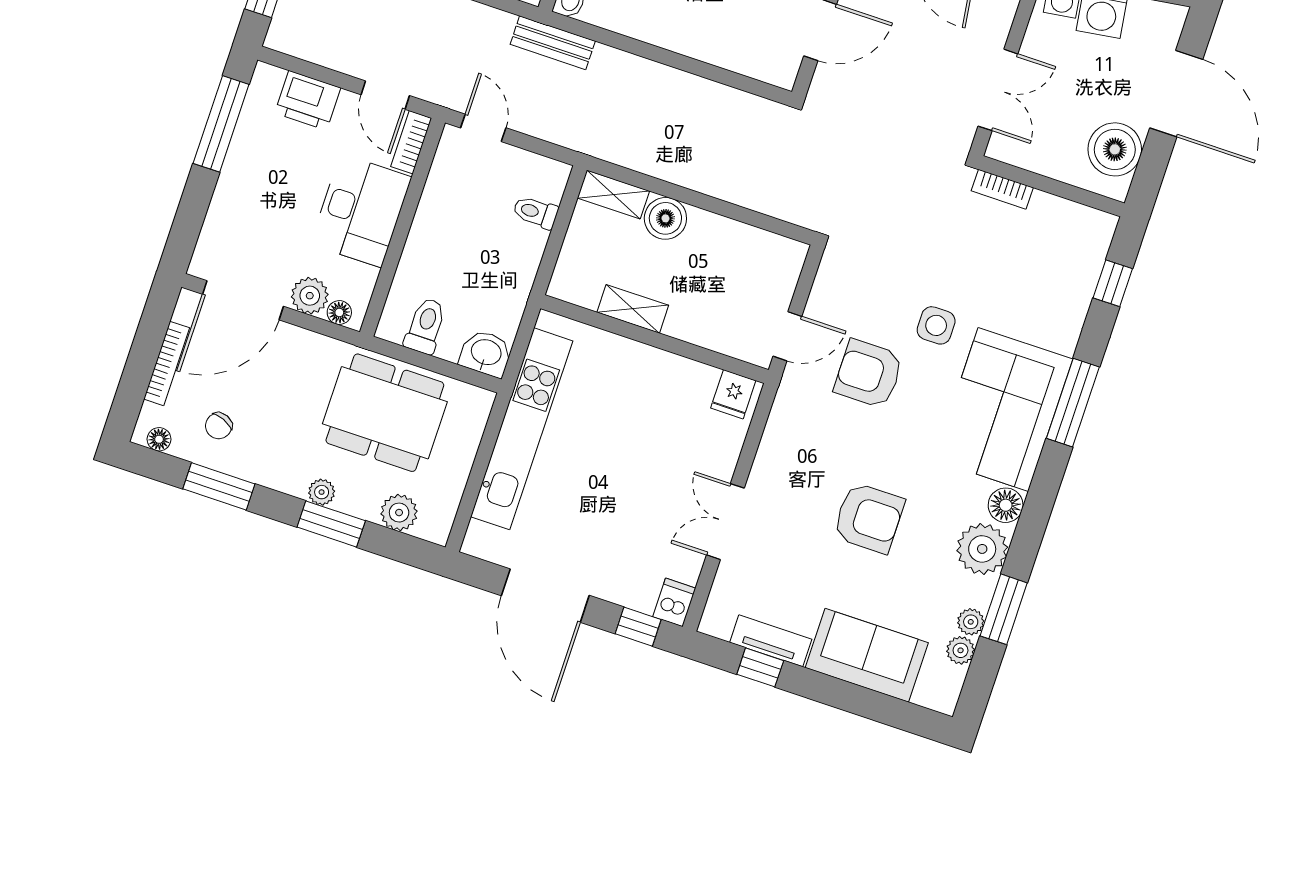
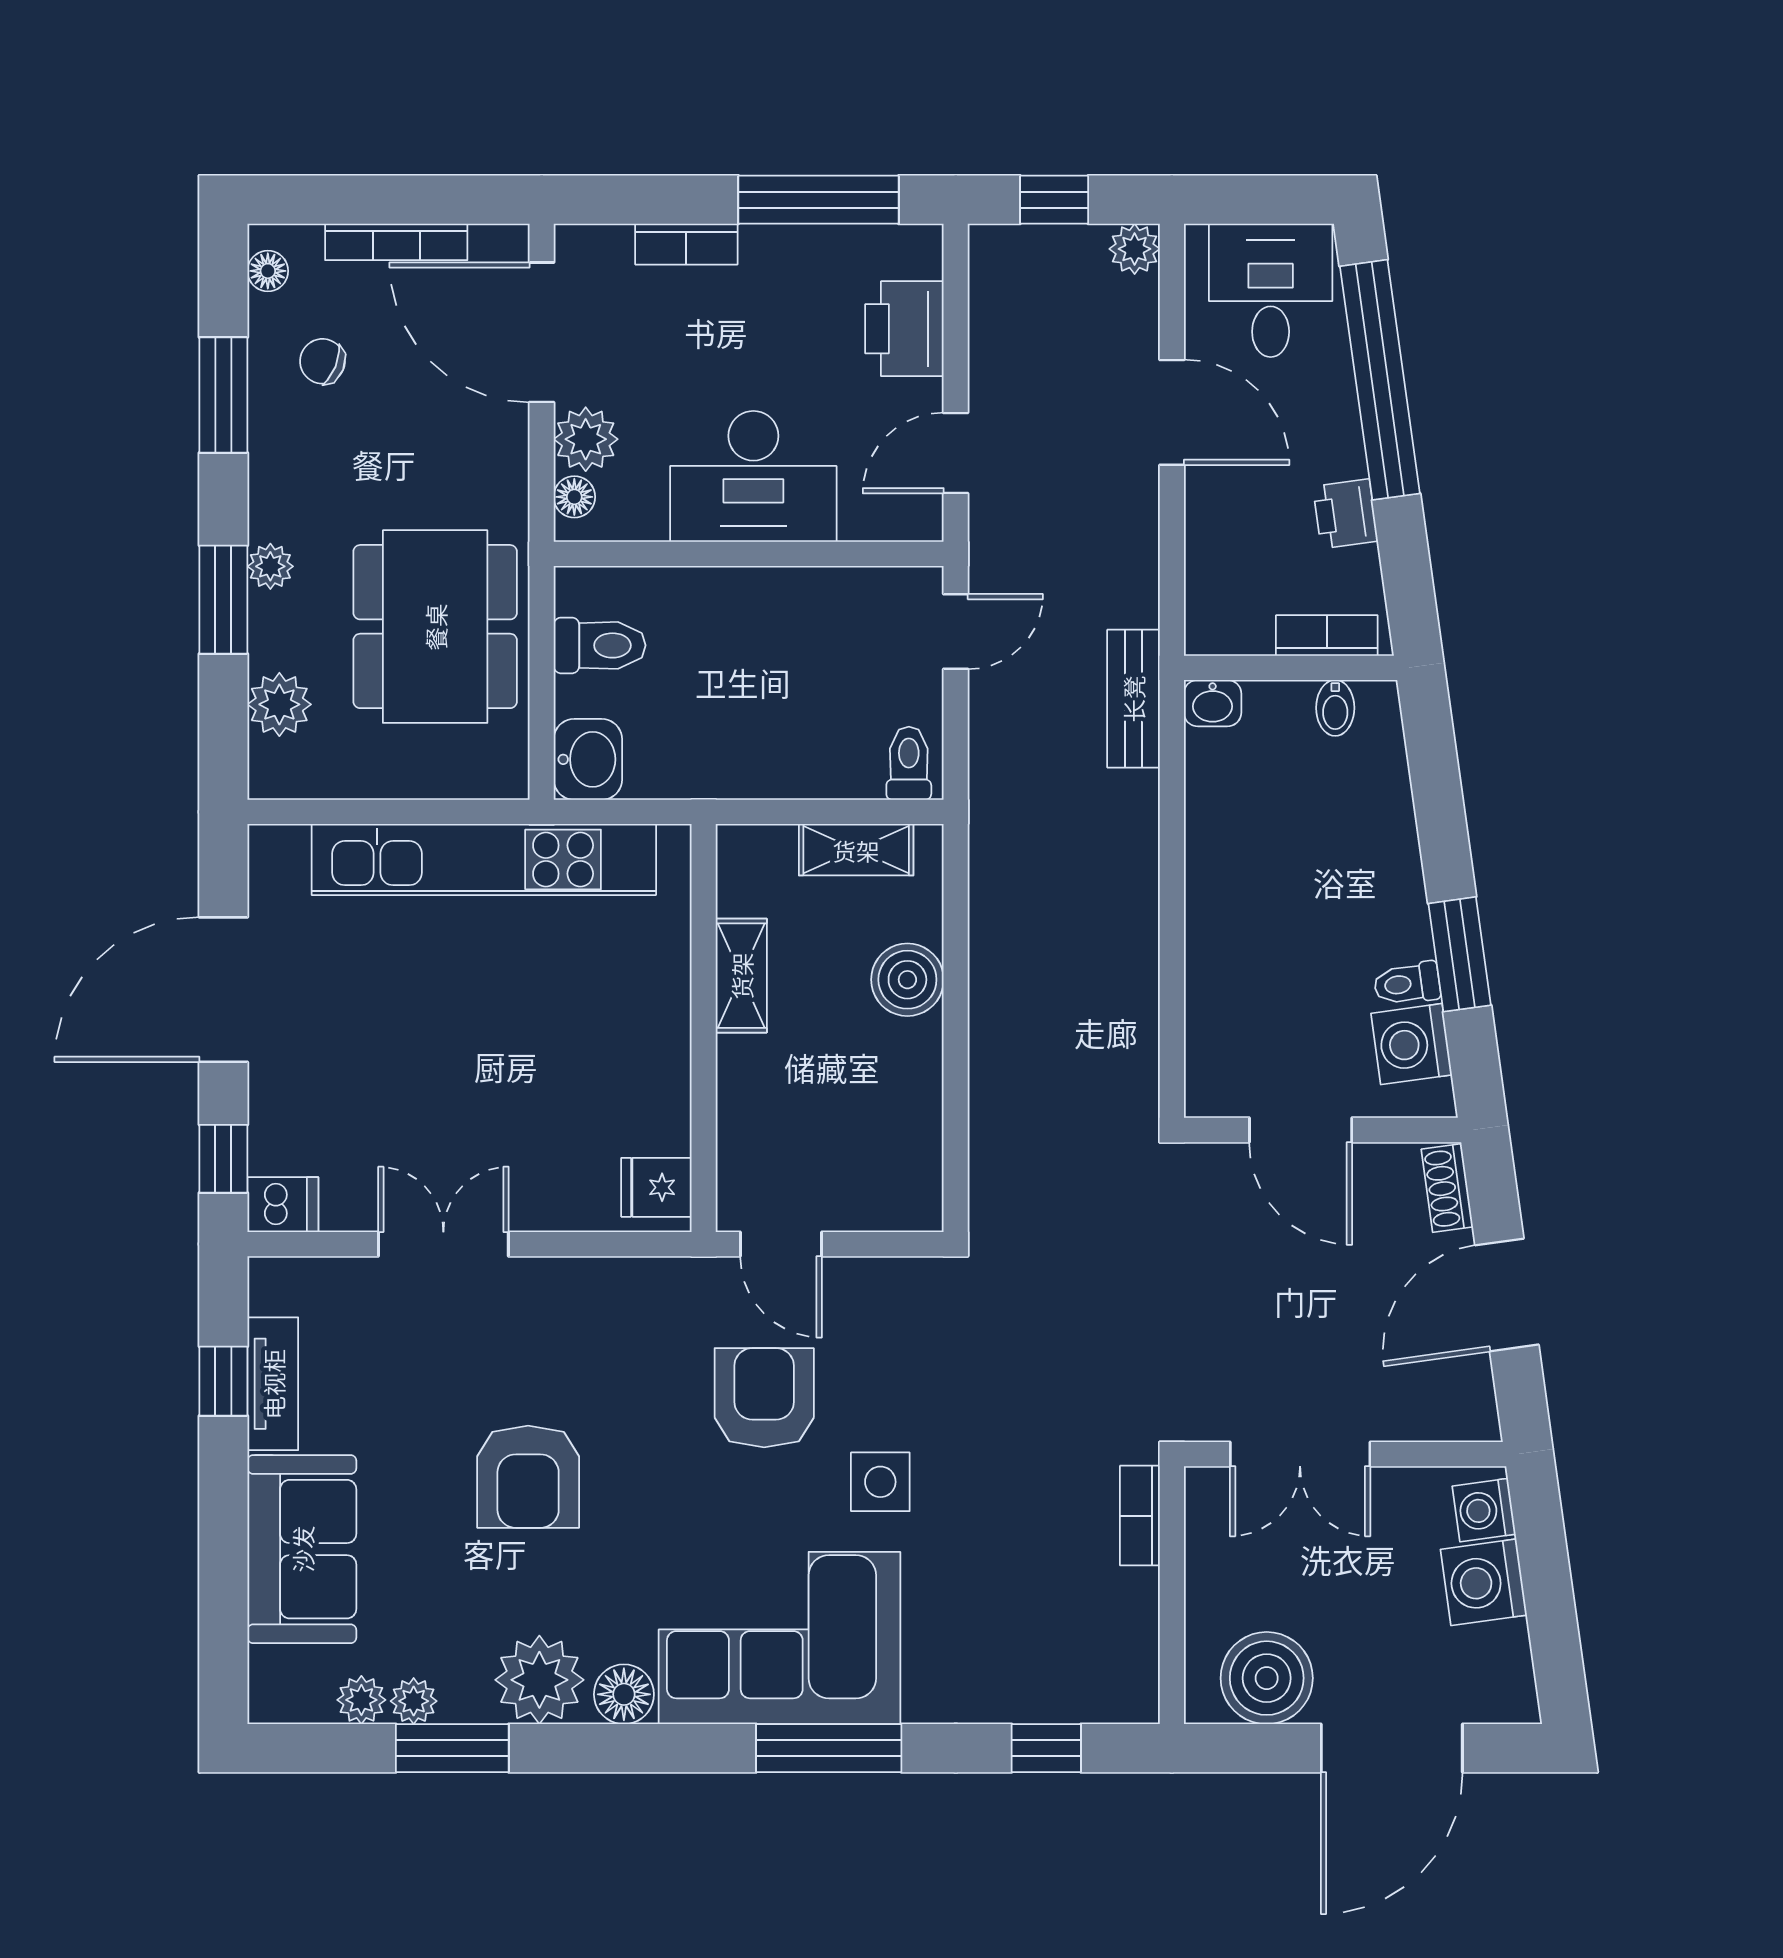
bookcase: (411, 142) -> (686, 244), moved, turned 180
shelving: (613, 195) -> (856, 850), moved, turned 90
toilet: (535, 212) -> (909, 763), moved

